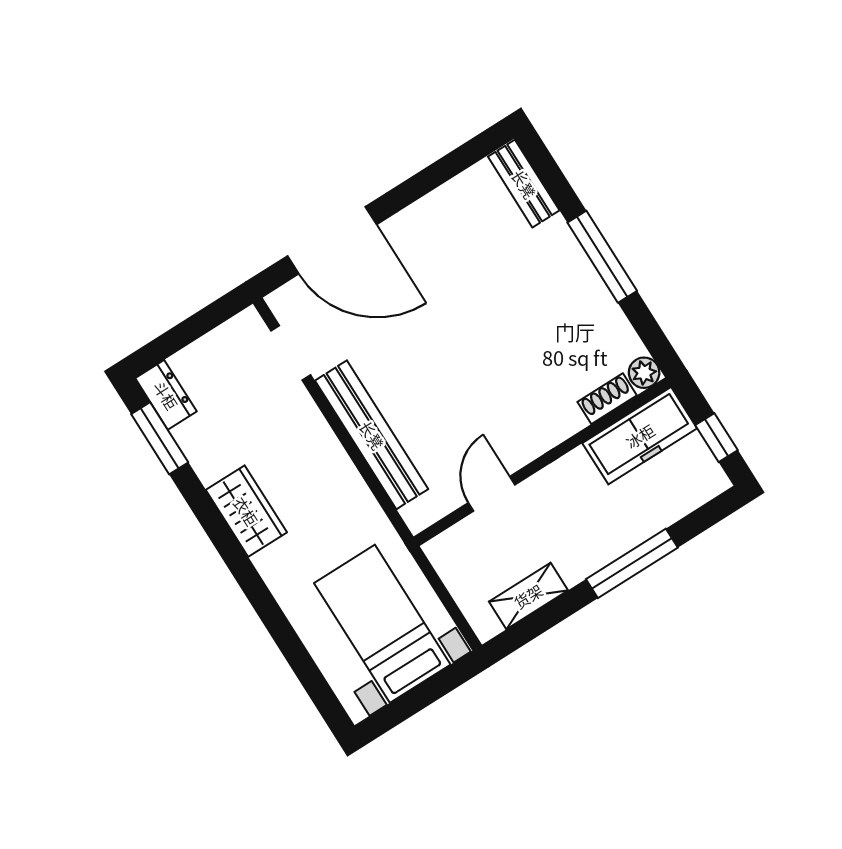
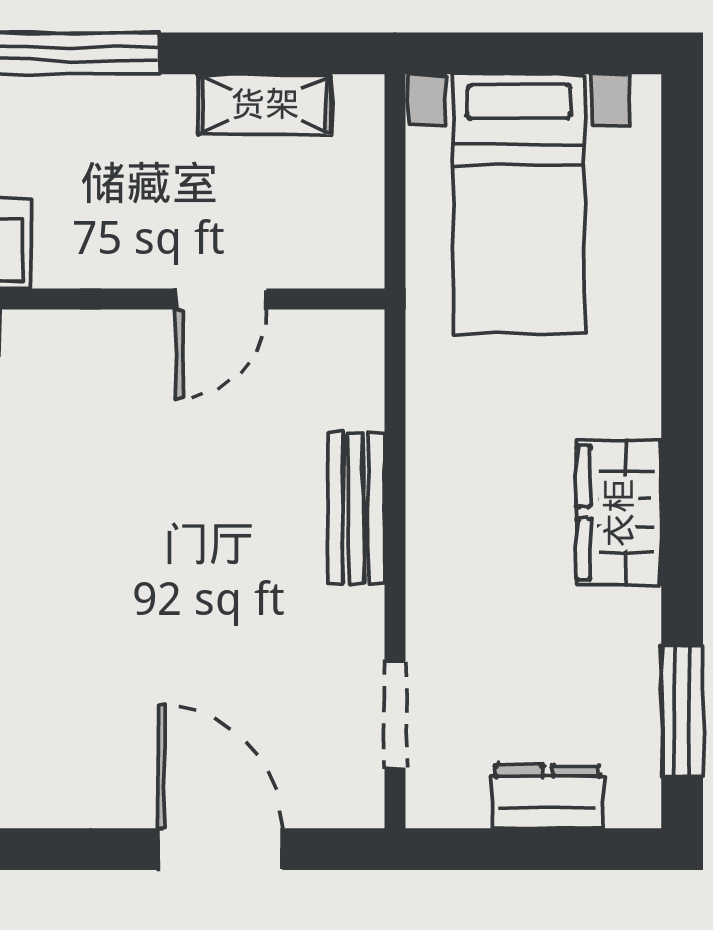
door: (332, 240) -> (220, 849), width x0.73
dresser: (166, 395) -> (548, 797), moved, turned 90
bench: (372, 435) -> (356, 508), width x0.54, depth x0.82

